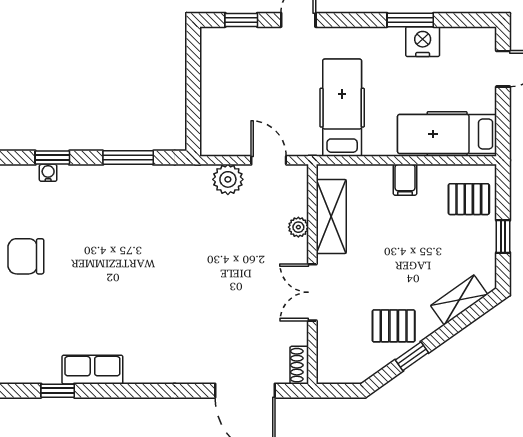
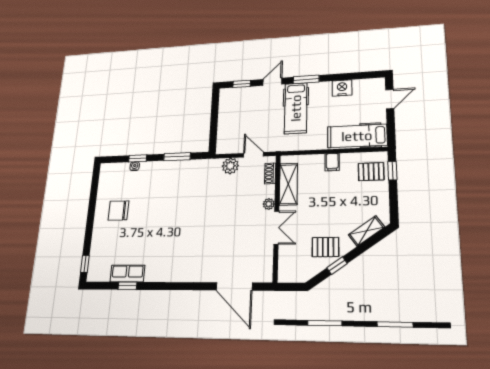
window: (410, 20) -> (306, 79), moved
hospital bed: (342, 108) -> (296, 108), moved, turned 180
plant: (298, 227) -> (269, 204), moved
window: (503, 236) -> (392, 171), moved
double door: (312, 292) -> (276, 228), swing flipped
shoe rack: (299, 365) -> (270, 173), moved
row of seats: (92, 370) -> (127, 274), moved

